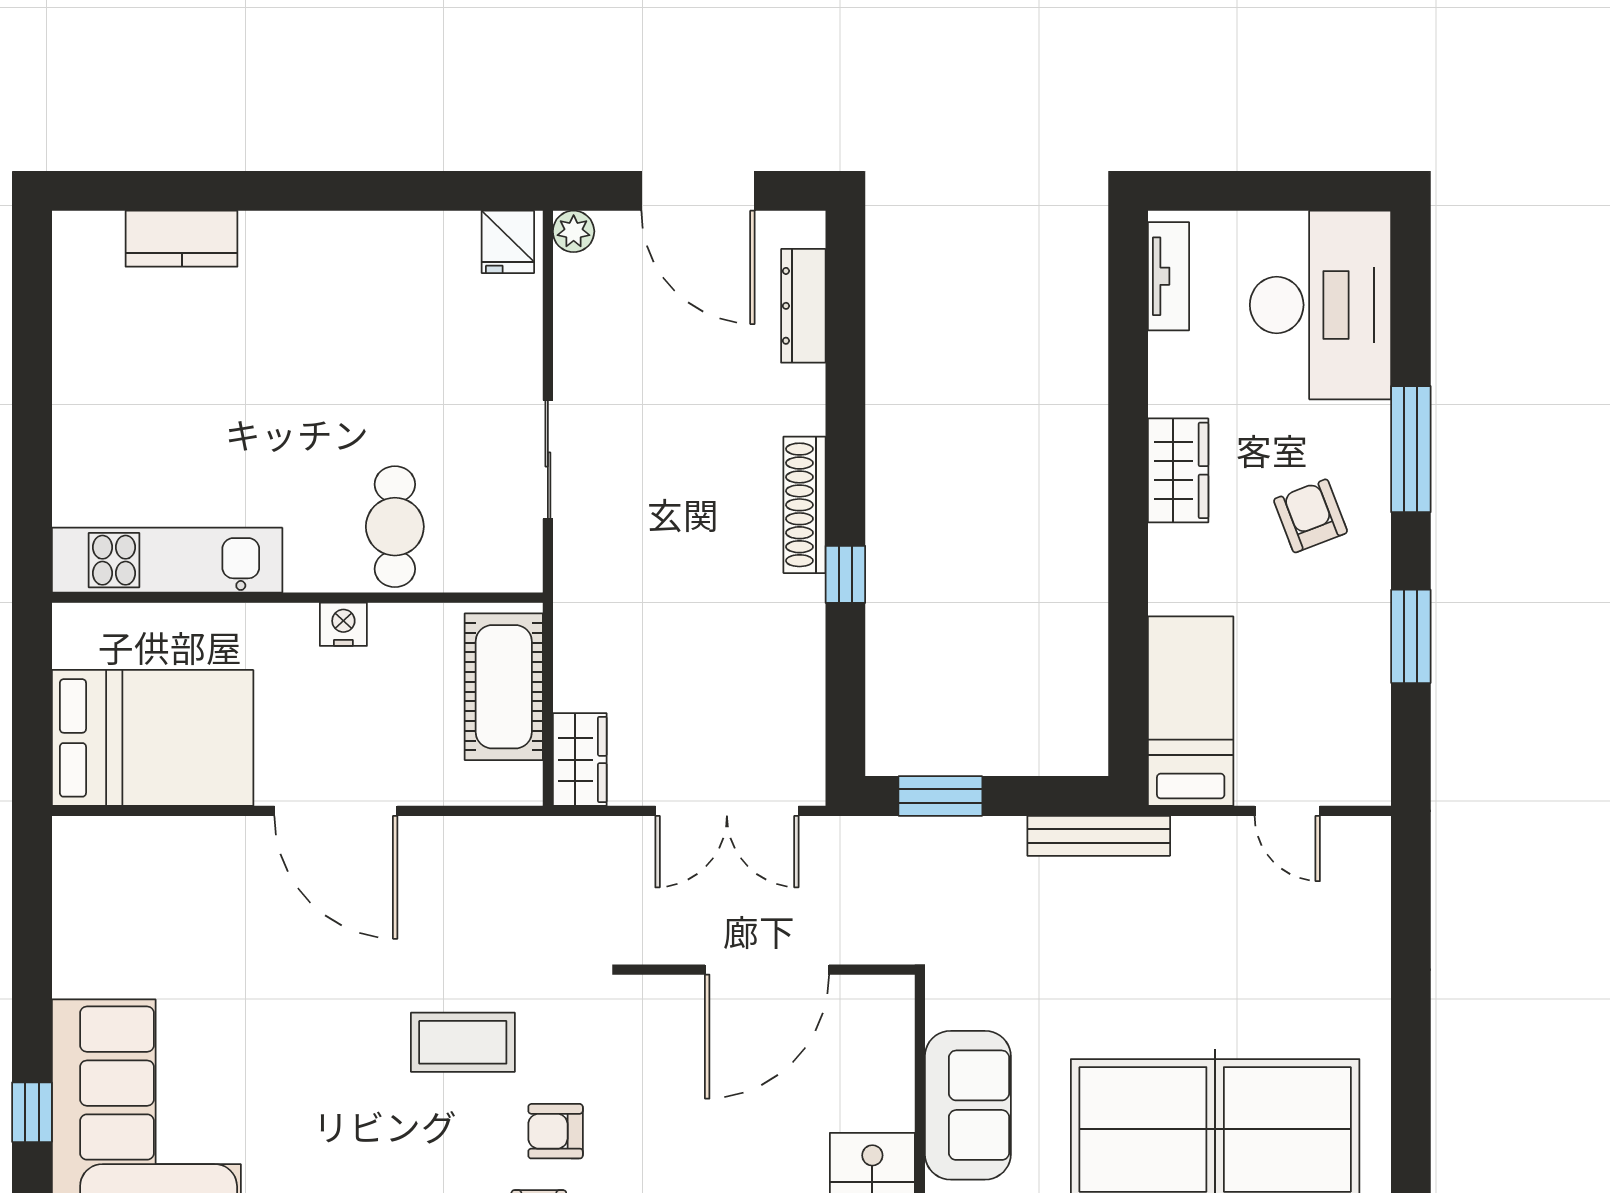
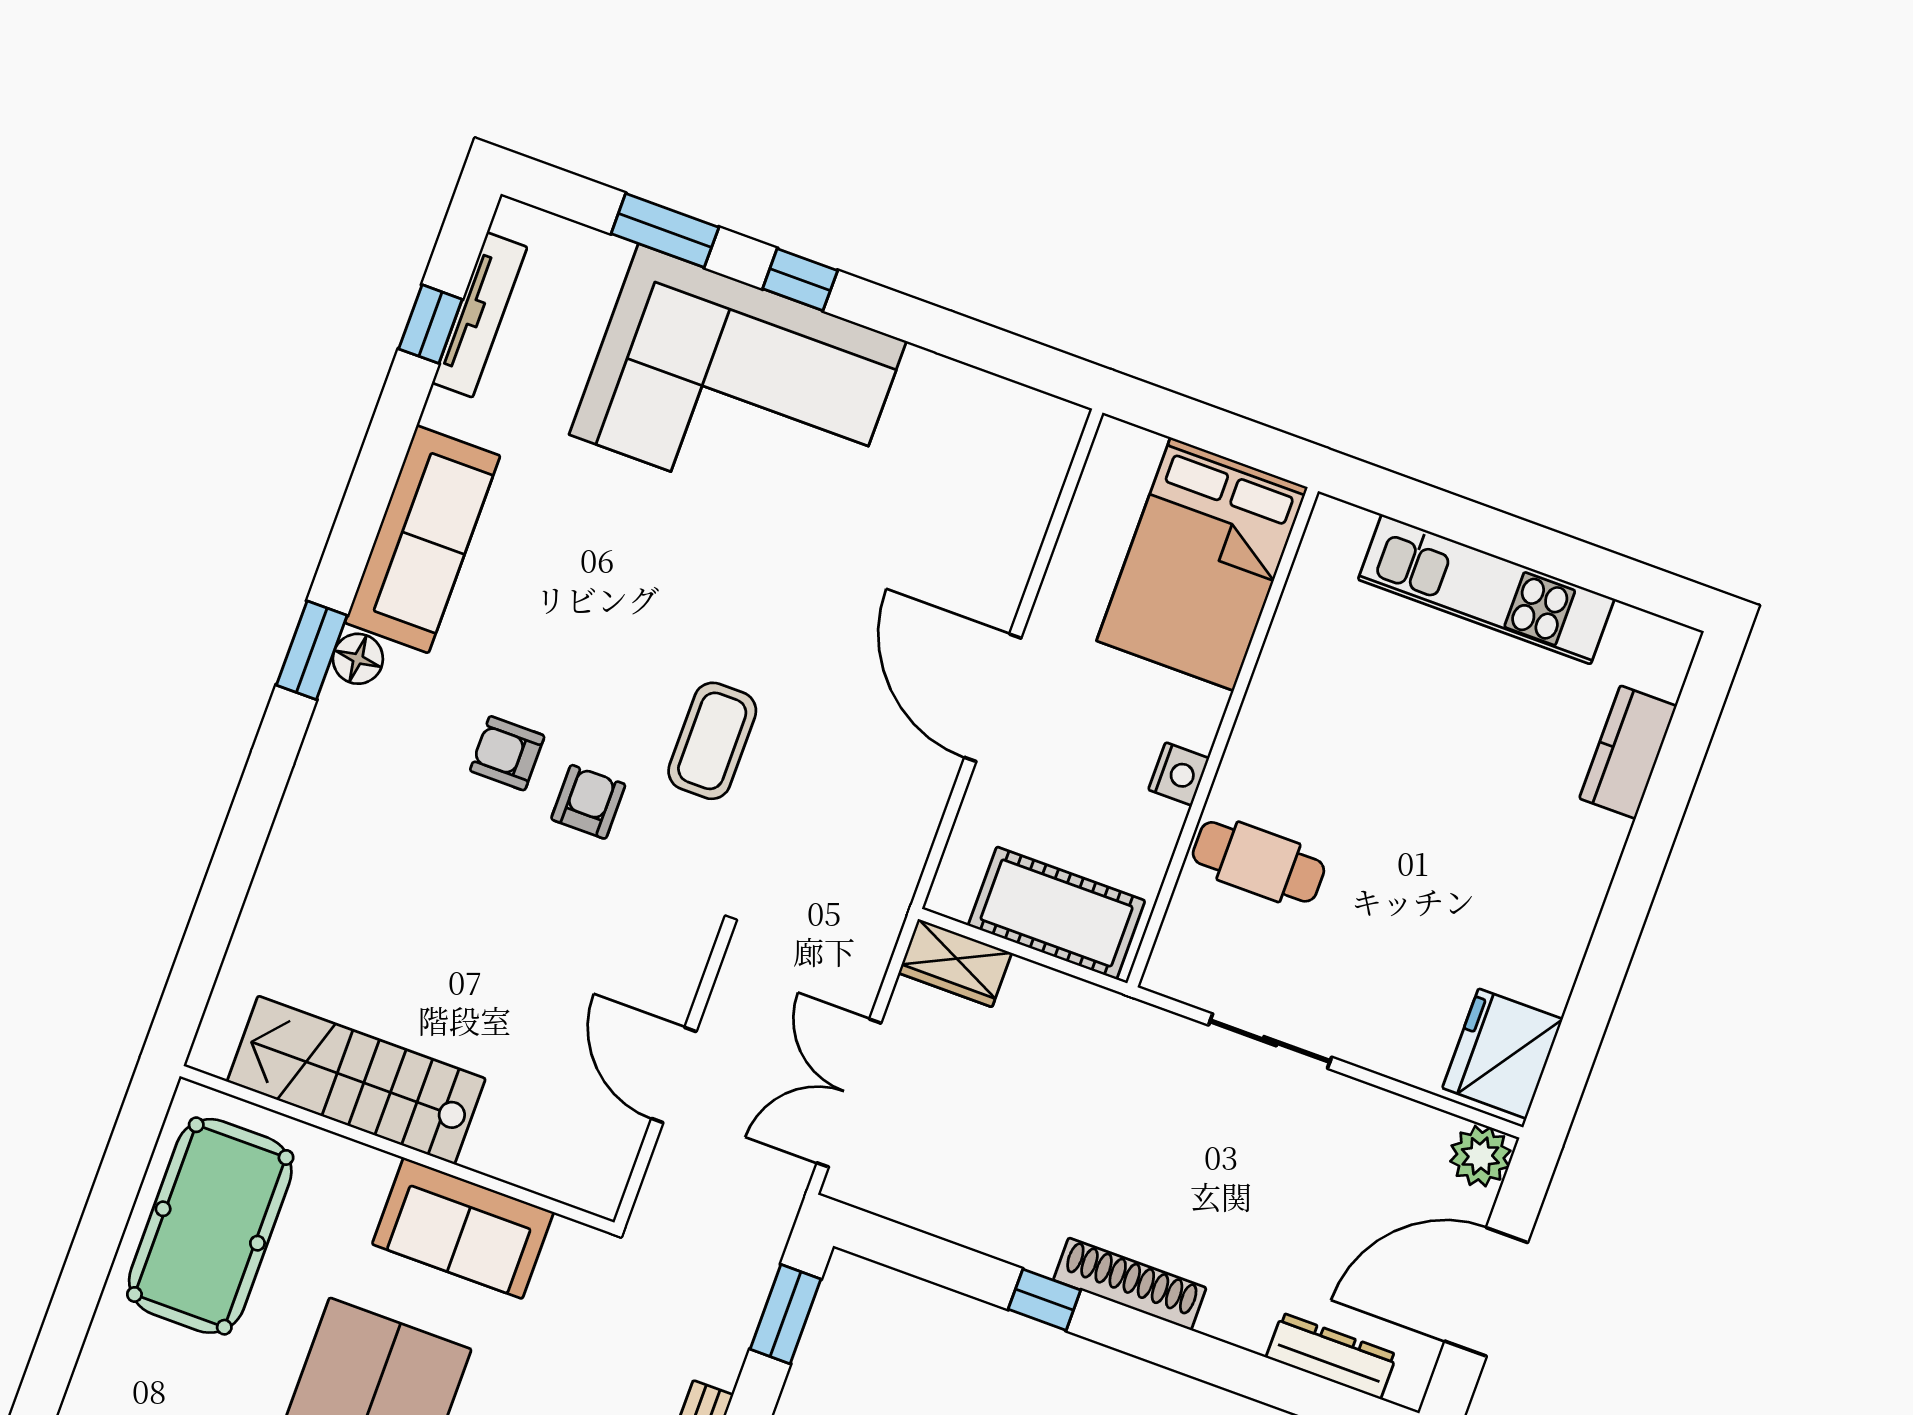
plant: (574, 231) -> (1480, 1156), width x1.38, depth x1.38
fridge: (508, 242) -> (1502, 1054), width x1.88, depth x1.34
kitchen unit: (167, 560) -> (1486, 589), moved, turned 90
bed: (153, 738) -> (1202, 564), moved
door: (336, 811) -> (993, 698), hinge flipped
door: (767, 970) -> (674, 1075), width x0.73

